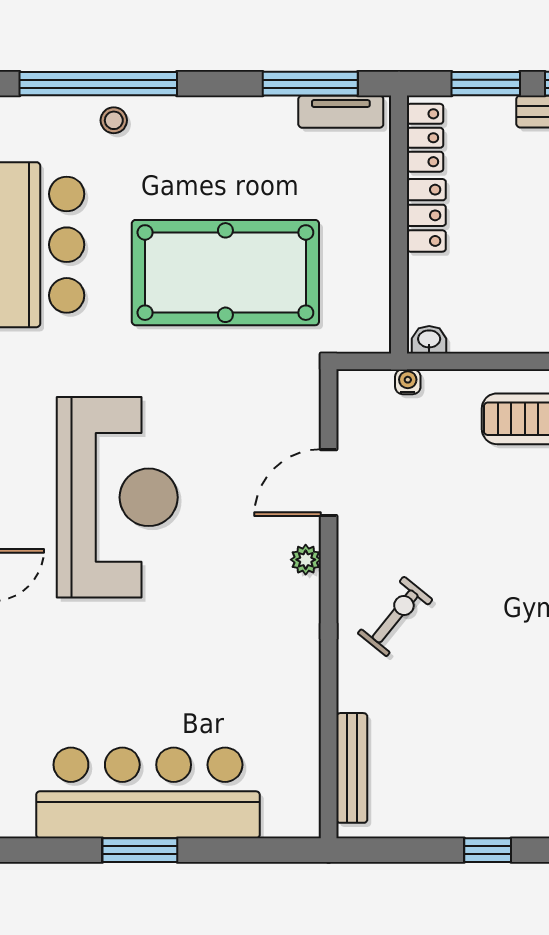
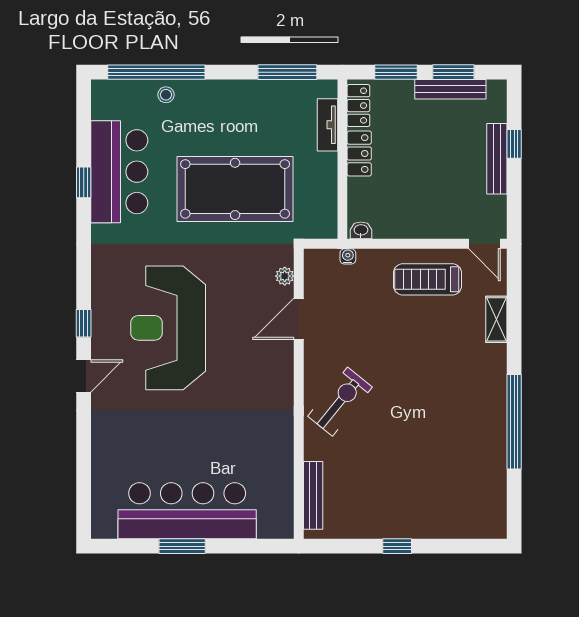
tv unit: (341, 112) -> (328, 125), moved, turned 90
reception desk: (117, 497) -> (168, 328), turned 180
plant: (306, 560) -> (285, 276), moved
exercise bike: (395, 616) -> (340, 402), width x1.38, depth x1.39

